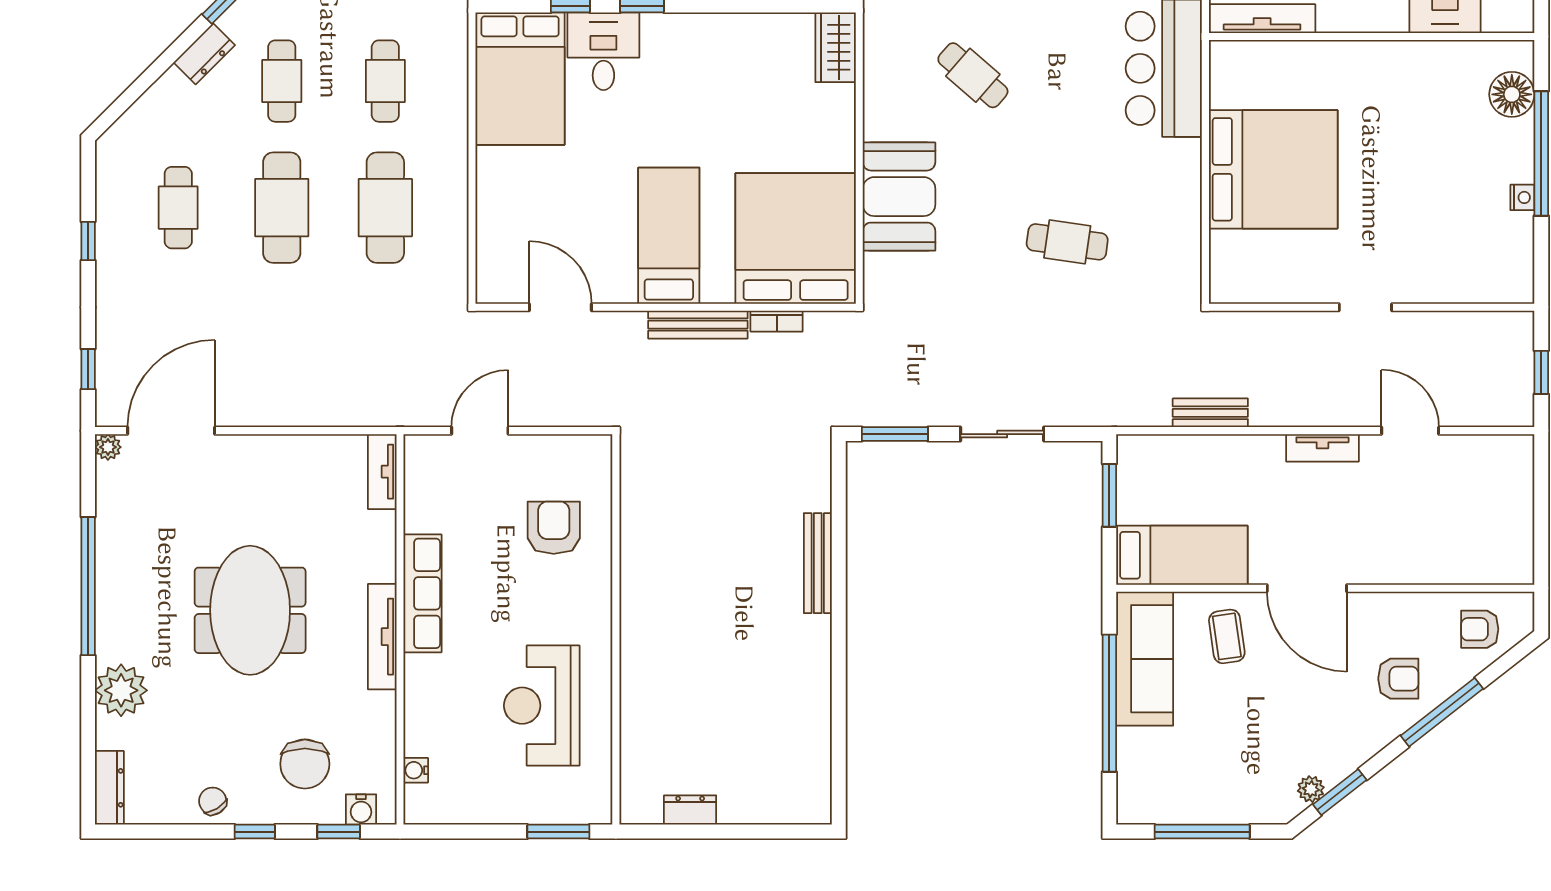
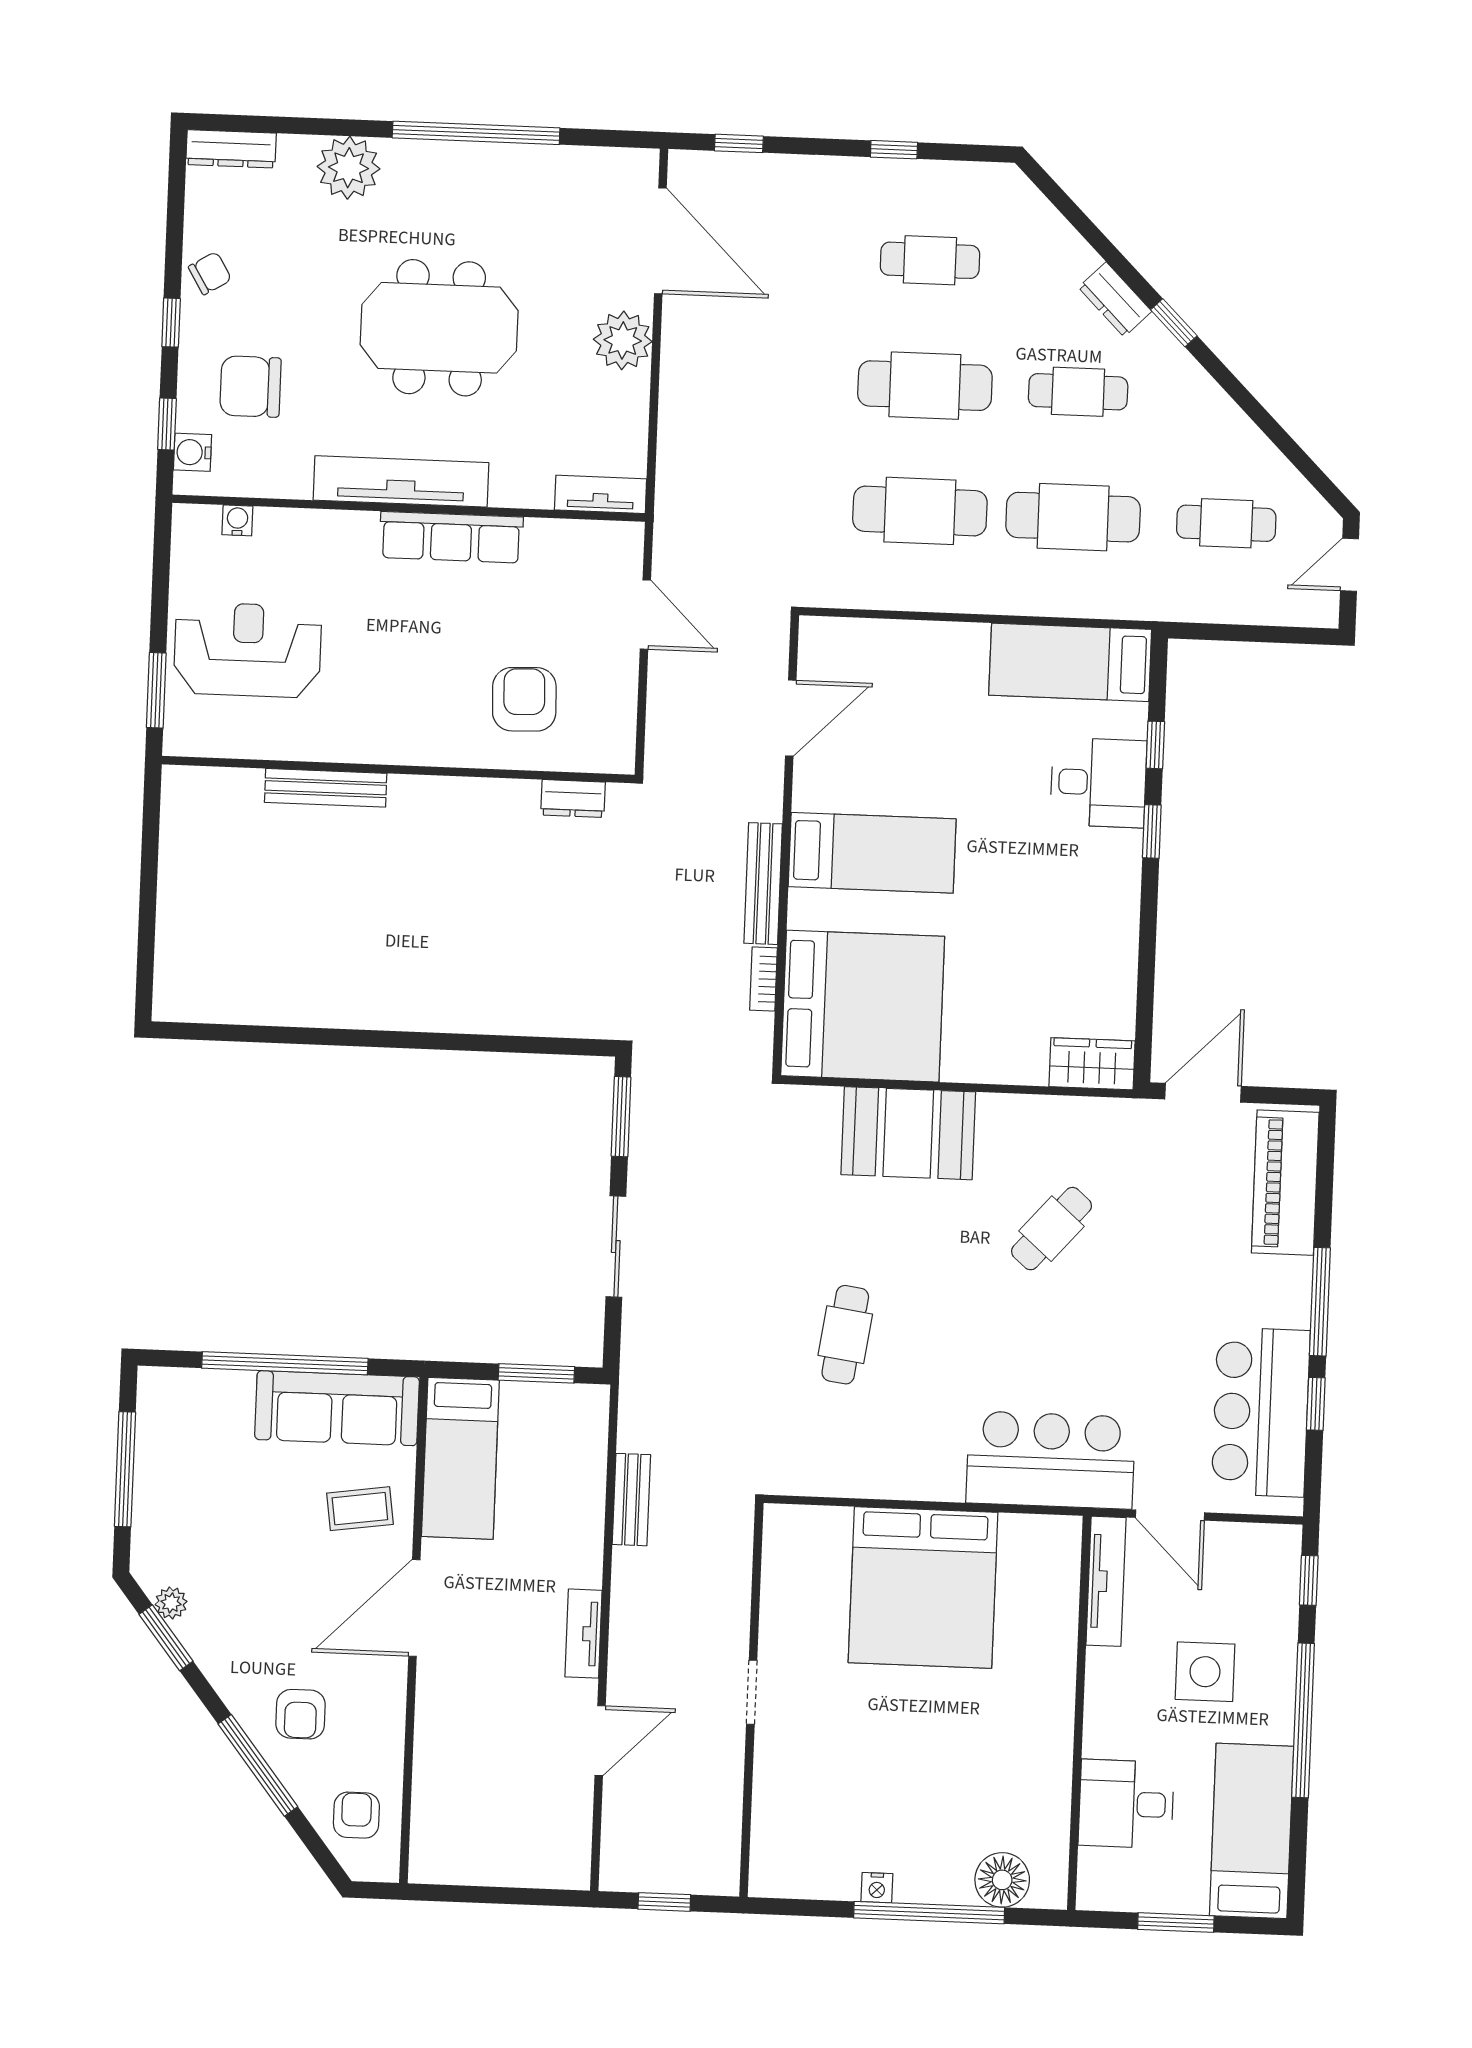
bed: (520, 79) -> (1070, 662), width x0.67
cafe table: (385, 81) -> (1073, 517), width x1.37, depth x1.35
plant: (108, 447) -> (623, 340), moved, width x1.88, depth x1.88
armchair: (554, 528) -> (524, 699), turned -92
bench: (818, 563) -> (326, 788), moved
tv unit: (382, 637) -> (401, 481), width x1.36, depth x1.29
reception desk: (542, 706) -> (248, 650), moved
dresser: (690, 810) -> (573, 799), moved, turned 90

